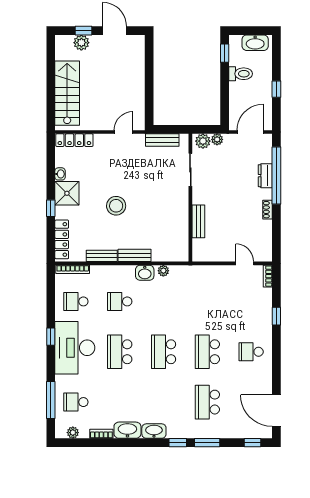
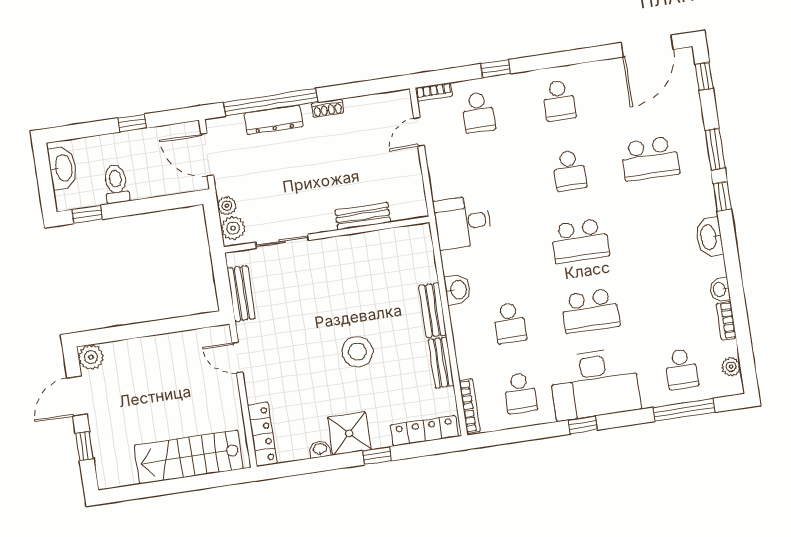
plant: (81, 43) -> (91, 357), moved
dresser: (265, 176) -> (273, 120), width x1.44
plant: (163, 271) -> (450, 260), removed
desk: (186, 282) -> (463, 222), added
school desk: (251, 301) -> (478, 113), added
school desk: (207, 352) -> (569, 171), width x0.54
washbasin: (127, 430) -> (720, 289), width x0.52, depth x0.69

